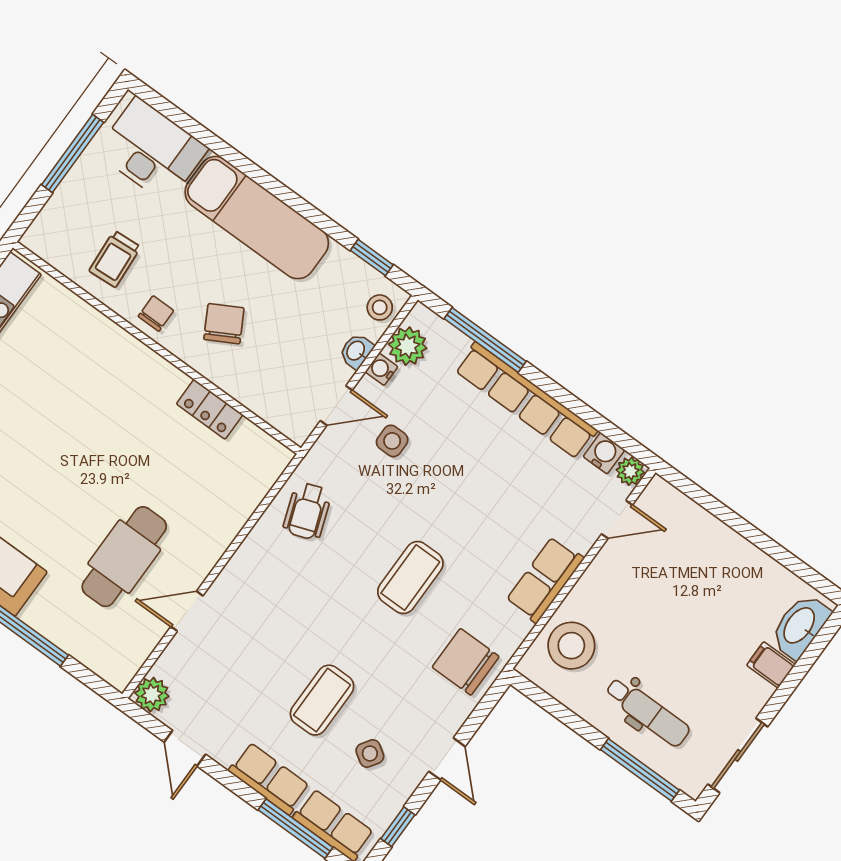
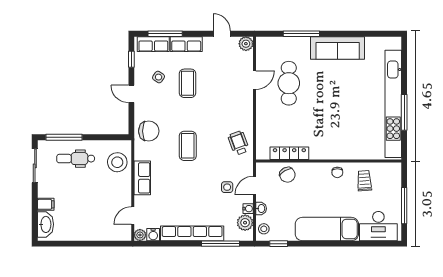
chair: (224, 324) -> (287, 175), moved
locker: (210, 409) -> (289, 153), width x1.53

